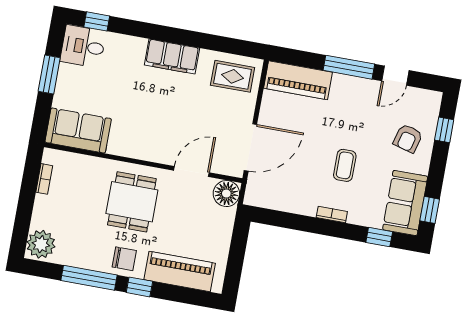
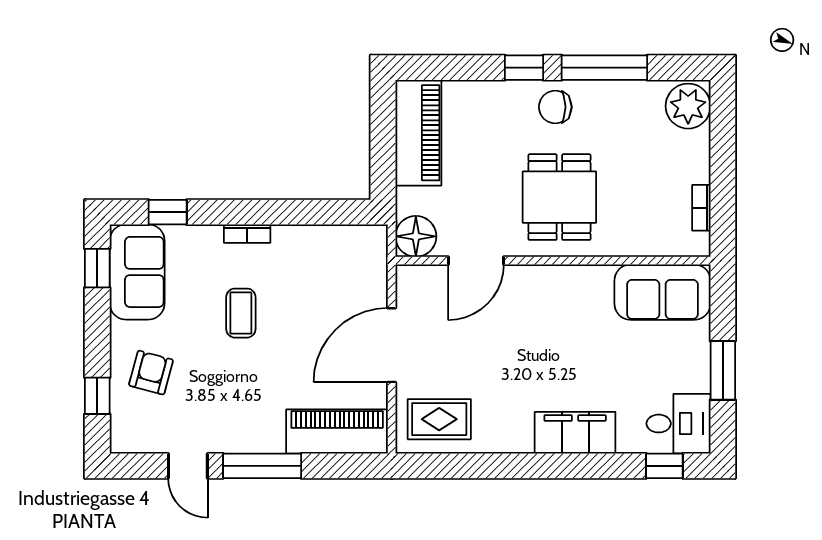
filing cabinet: (172, 57) -> (575, 433), moved
door: (395, 76) -> (188, 466), swing flipped
door: (250, 147) -> (392, 345), moved
piano: (180, 271) -> (418, 133), moved, turned -90

